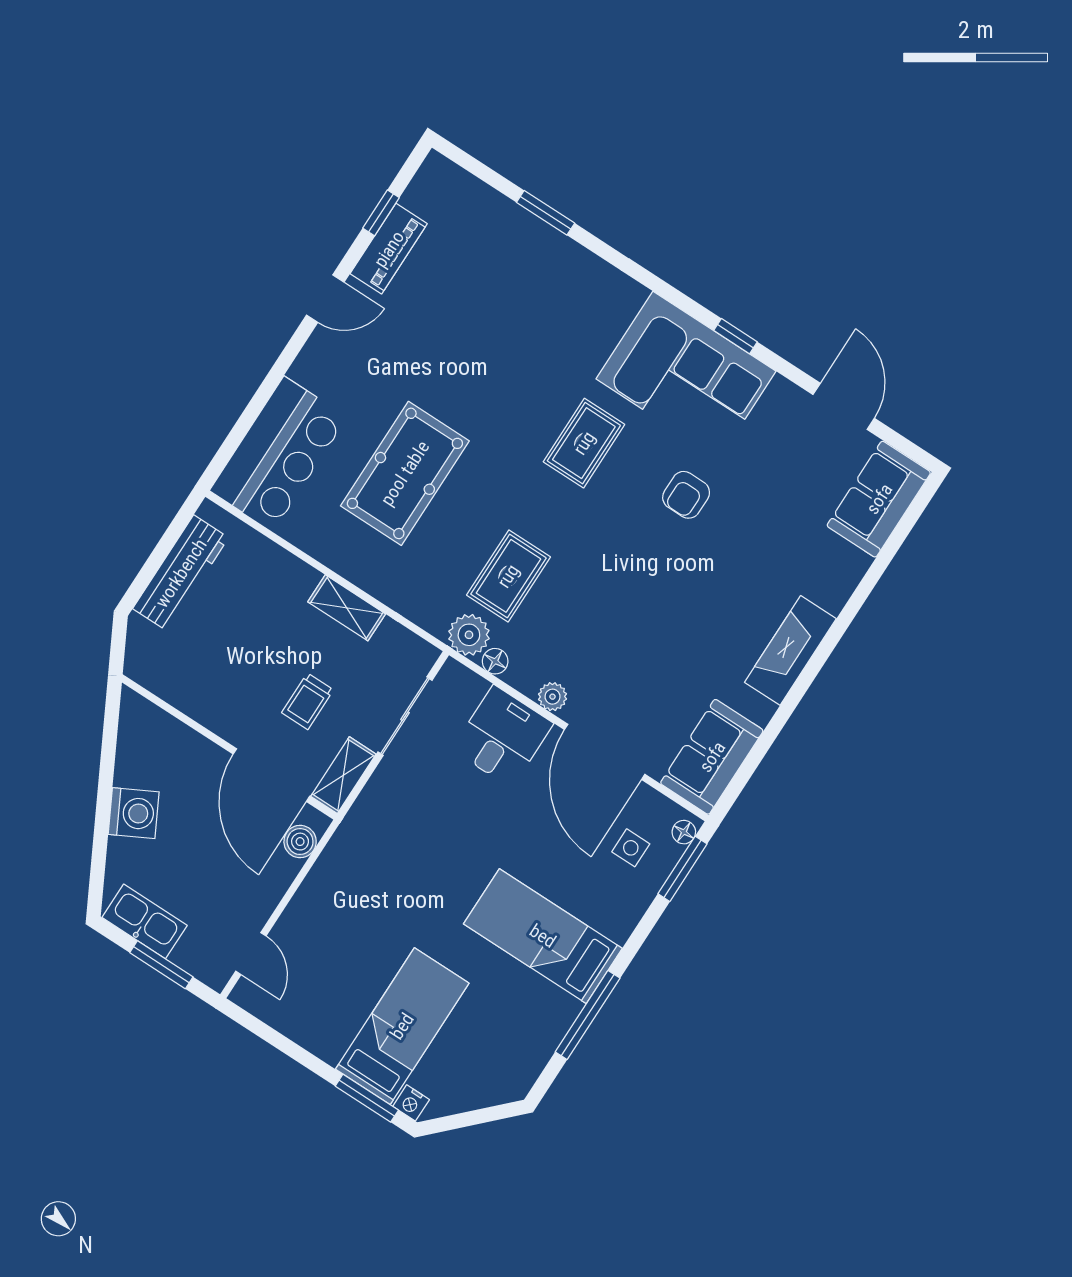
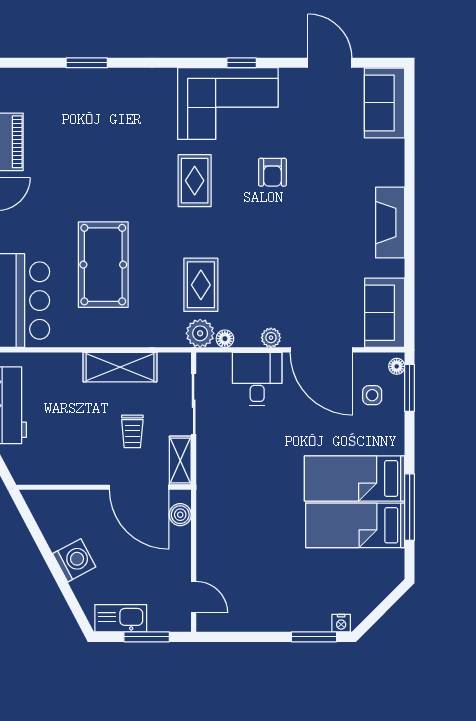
shelving: (347, 608) -> (120, 367), width x1.50, depth x1.33
bed: (402, 1026) -> (355, 525), moved, turned -90

